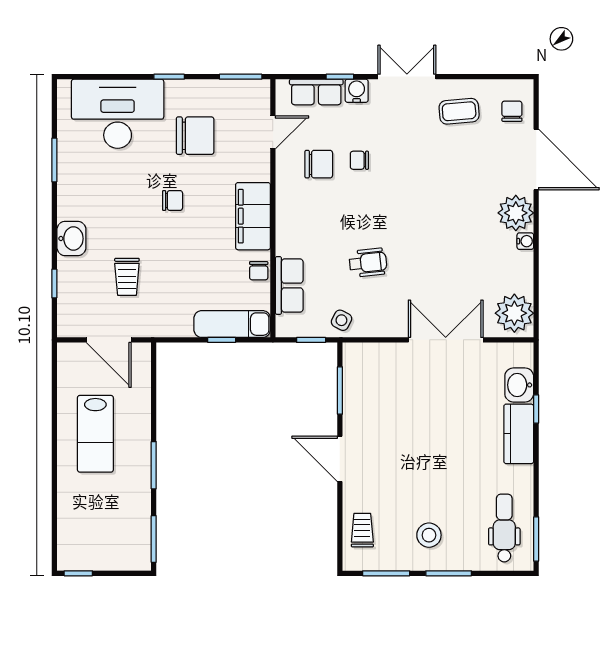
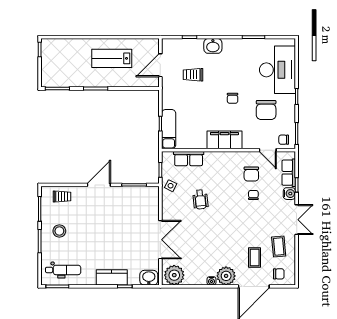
coffee table: (480, 158) -> (255, 258), added
chair: (259, 271) -> (284, 140), moved
washbasin: (519, 385) -> (149, 278), moved

